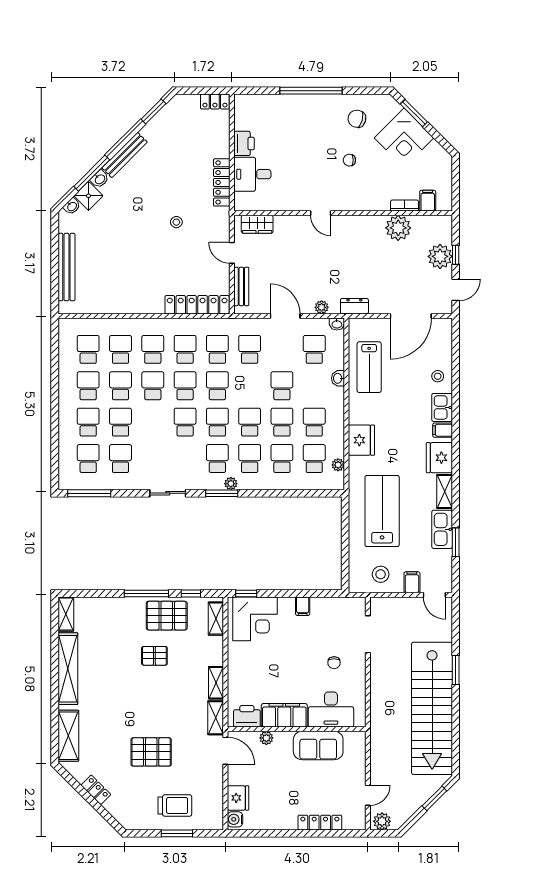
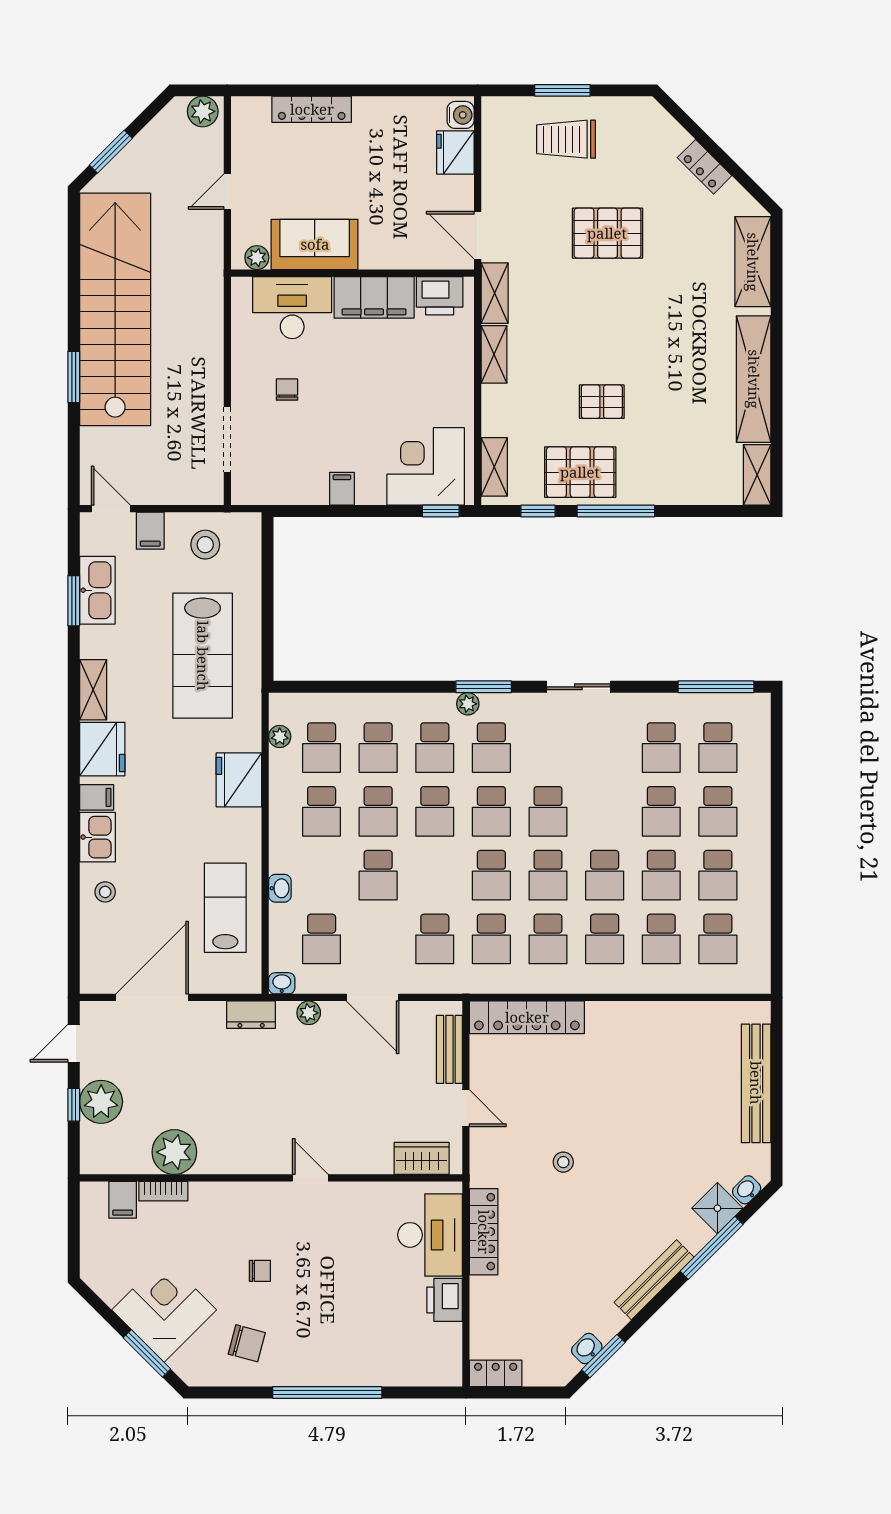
desk: (252, 174) -> (430, 1235), width x1.37
washbasin: (100, 179) -> (587, 1349), moved
kitchen sink: (442, 529) -> (97, 590), moved
plant: (266, 738) -> (257, 258), moved
door: (368, 795) -> (227, 192), moved

